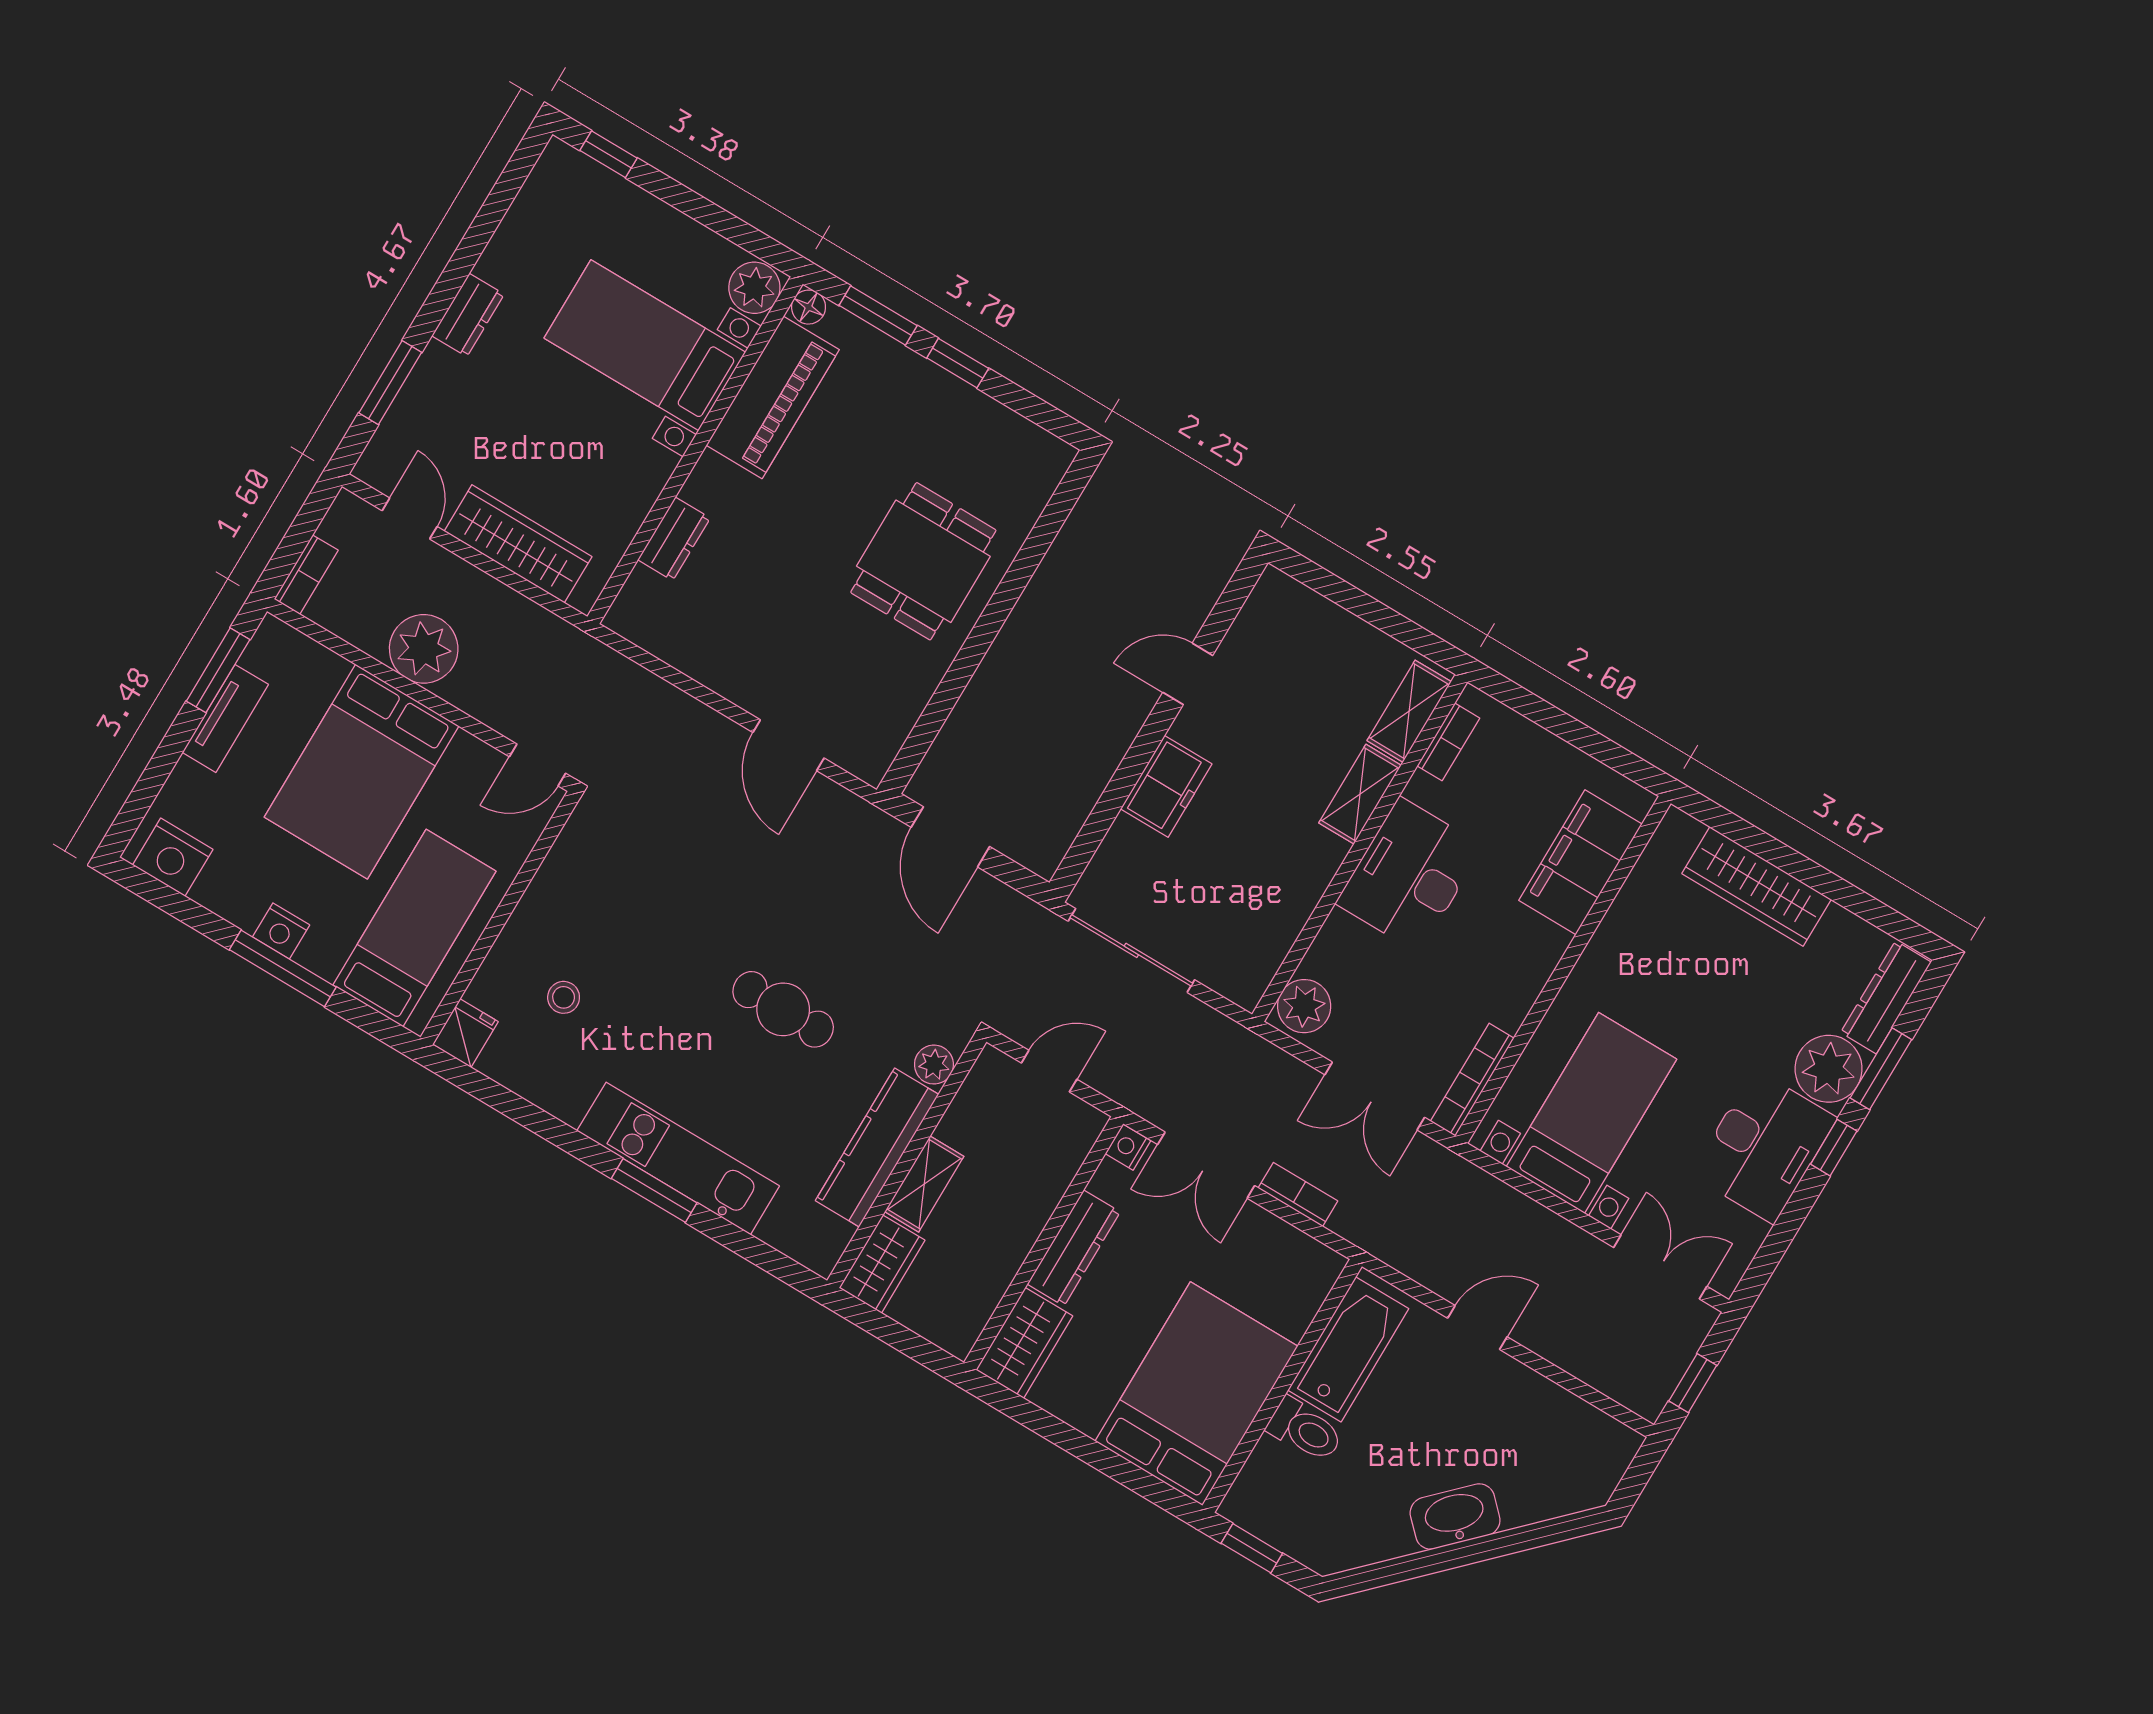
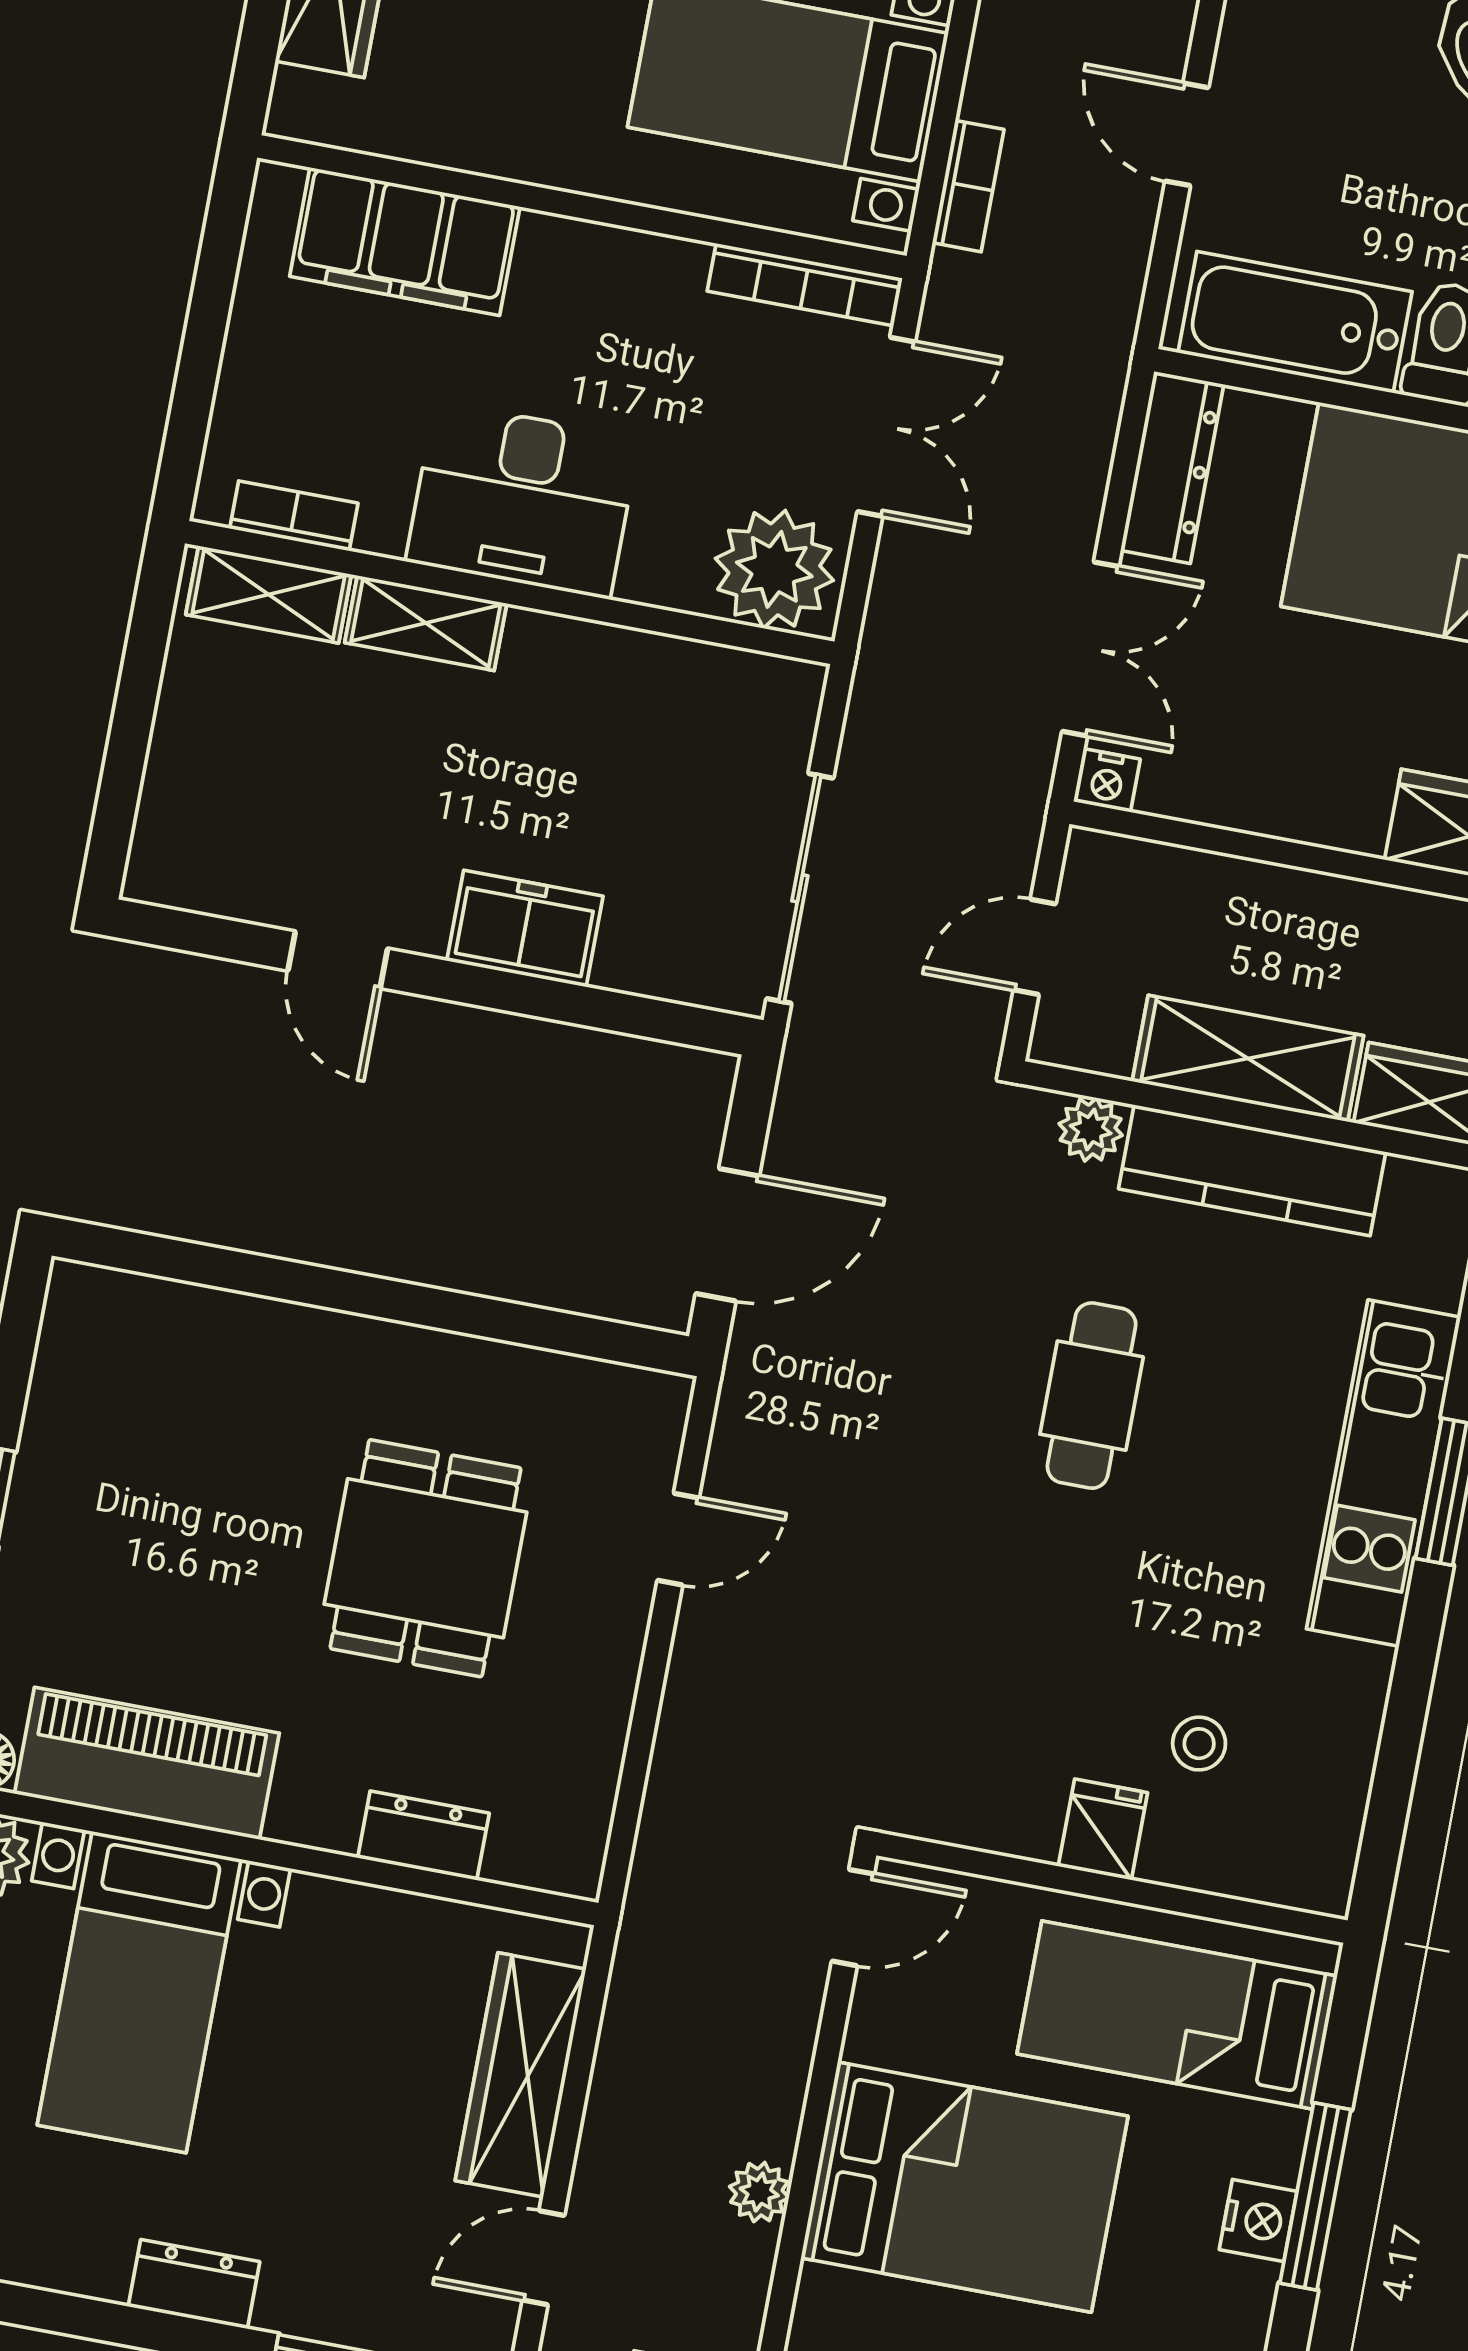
dining table: (923, 561) -> (426, 1558), moved, turned 90
plant: (424, 649) -> (759, 2192), width x0.53, depth x0.53
door: (788, 745) -> (678, 1539), width x0.73
door: (538, 765) -> (853, 1918), hinge flipped
plant: (1304, 1006) -> (774, 569), width x1.36, depth x1.36
fridge: (465, 1033) -> (1103, 1829), moved, turned 90
door: (1049, 1071) -> (1035, 947), hinge flipped
shelving: (924, 1184) -> (1248, 1058), width x1.50, depth x1.33
bookcase: (1298, 1195) -> (968, 186), moved, turned 180
dresser: (1074, 1248) -> (1172, 467), moved, turned 90

